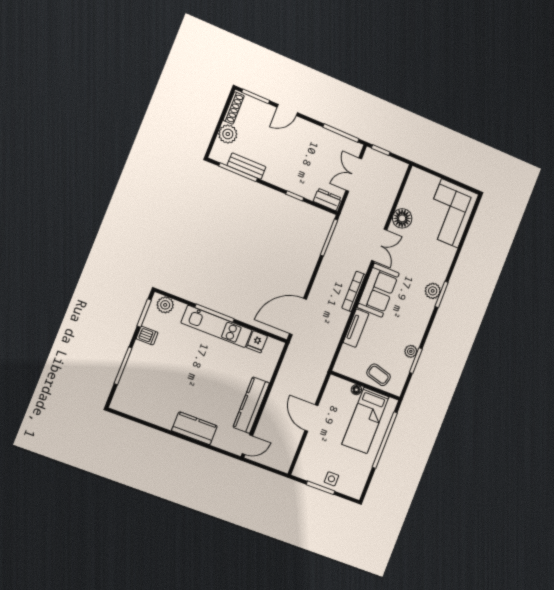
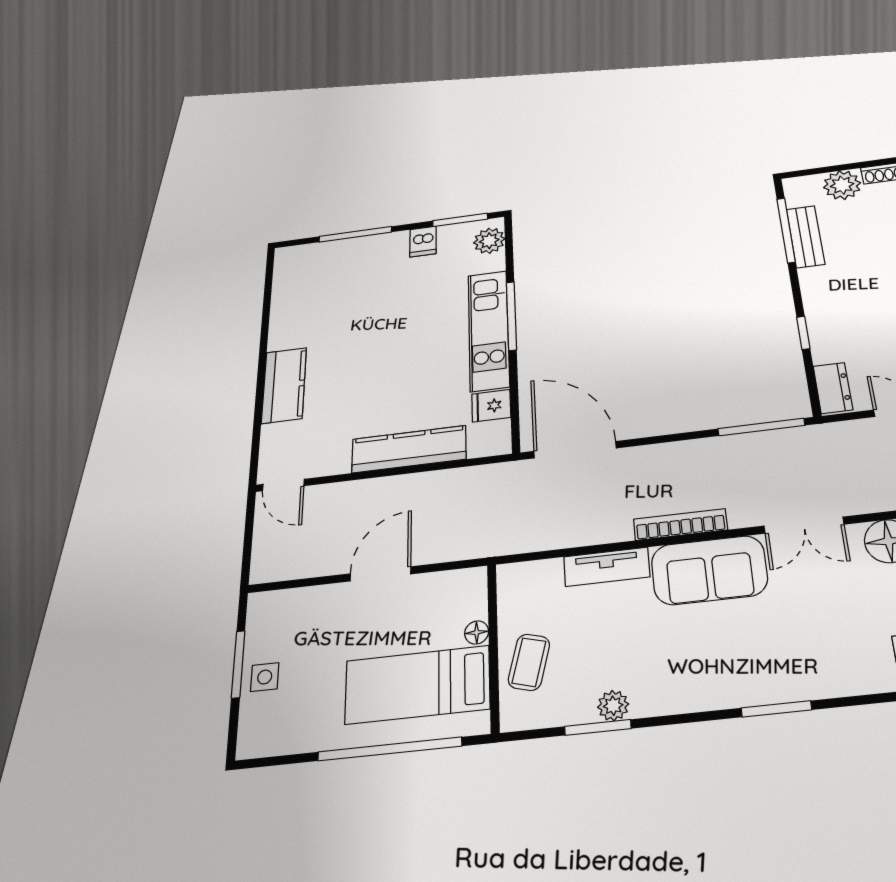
plant: (433, 291) -> (773, 685), removed
kitchen counter: (251, 405) -> (409, 449), moved

